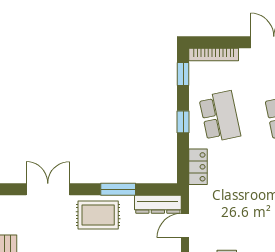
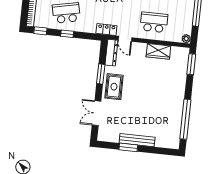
locker: (198, 167) -> (106, 29), moved

